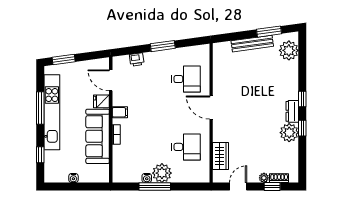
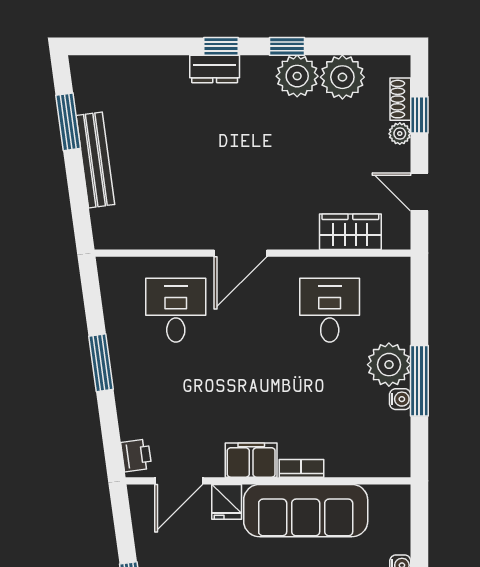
plant: (289, 50) -> (342, 77), moved
printer: (137, 60) -> (136, 455), moved
dresser: (292, 111) -> (215, 69), moved
filing cabinet: (120, 112) -> (251, 460), width x2.00

